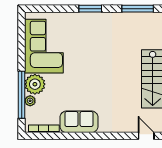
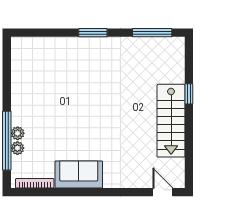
corner sofa: (44, 46) -> (35, 80), removed
plant: (35, 84) -> (18, 133), width x0.53, depth x0.53

